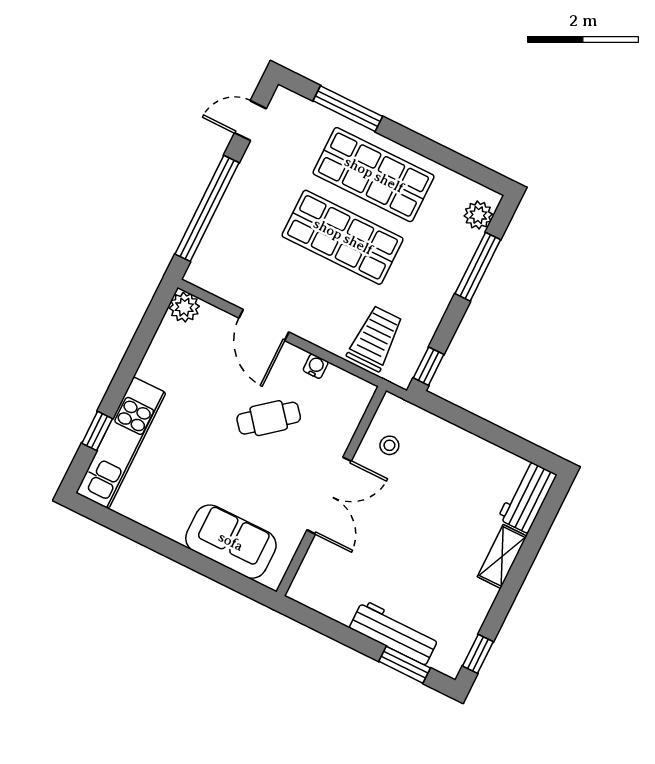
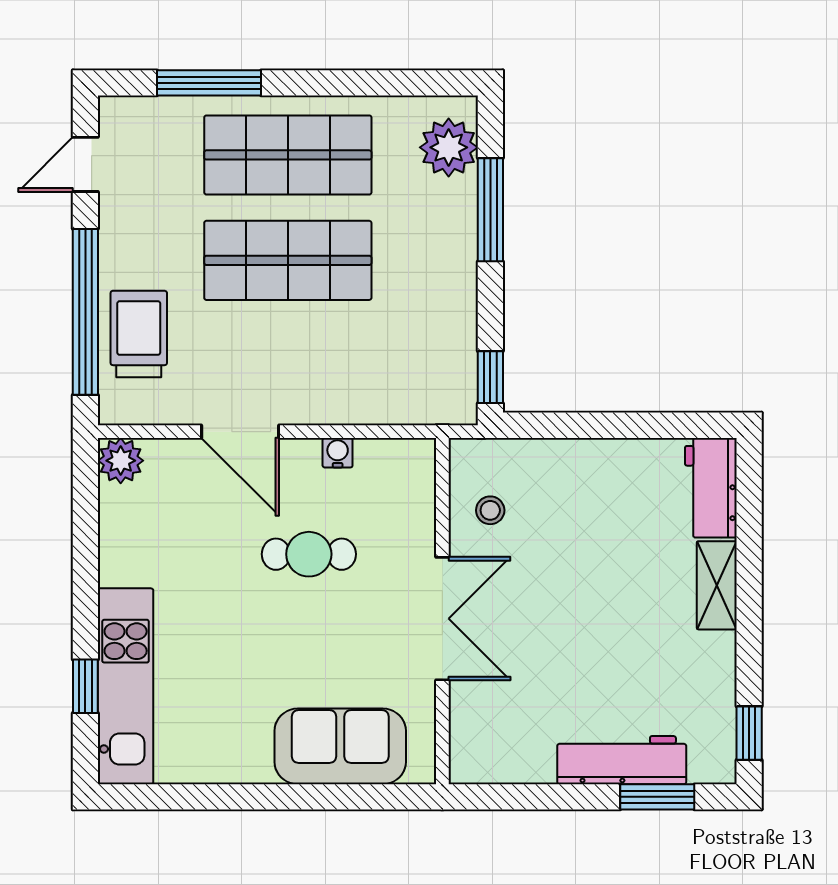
plant: (478, 215) -> (449, 147), width x1.36, depth x1.36
trolley: (375, 339) -> (139, 334), moved
cafe table: (269, 418) -> (309, 554), turned 39

